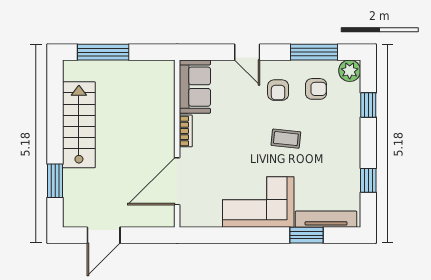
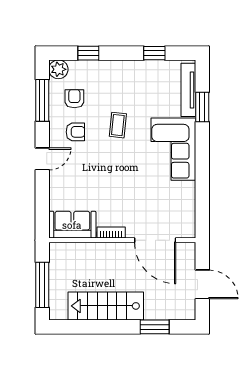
sofa: (195, 87) -> (72, 225), moved
bookcase: (186, 131) -> (111, 233), moved
wall: (177, 144) -> (122, 240), moved
door: (177, 181) -> (155, 240), moved

